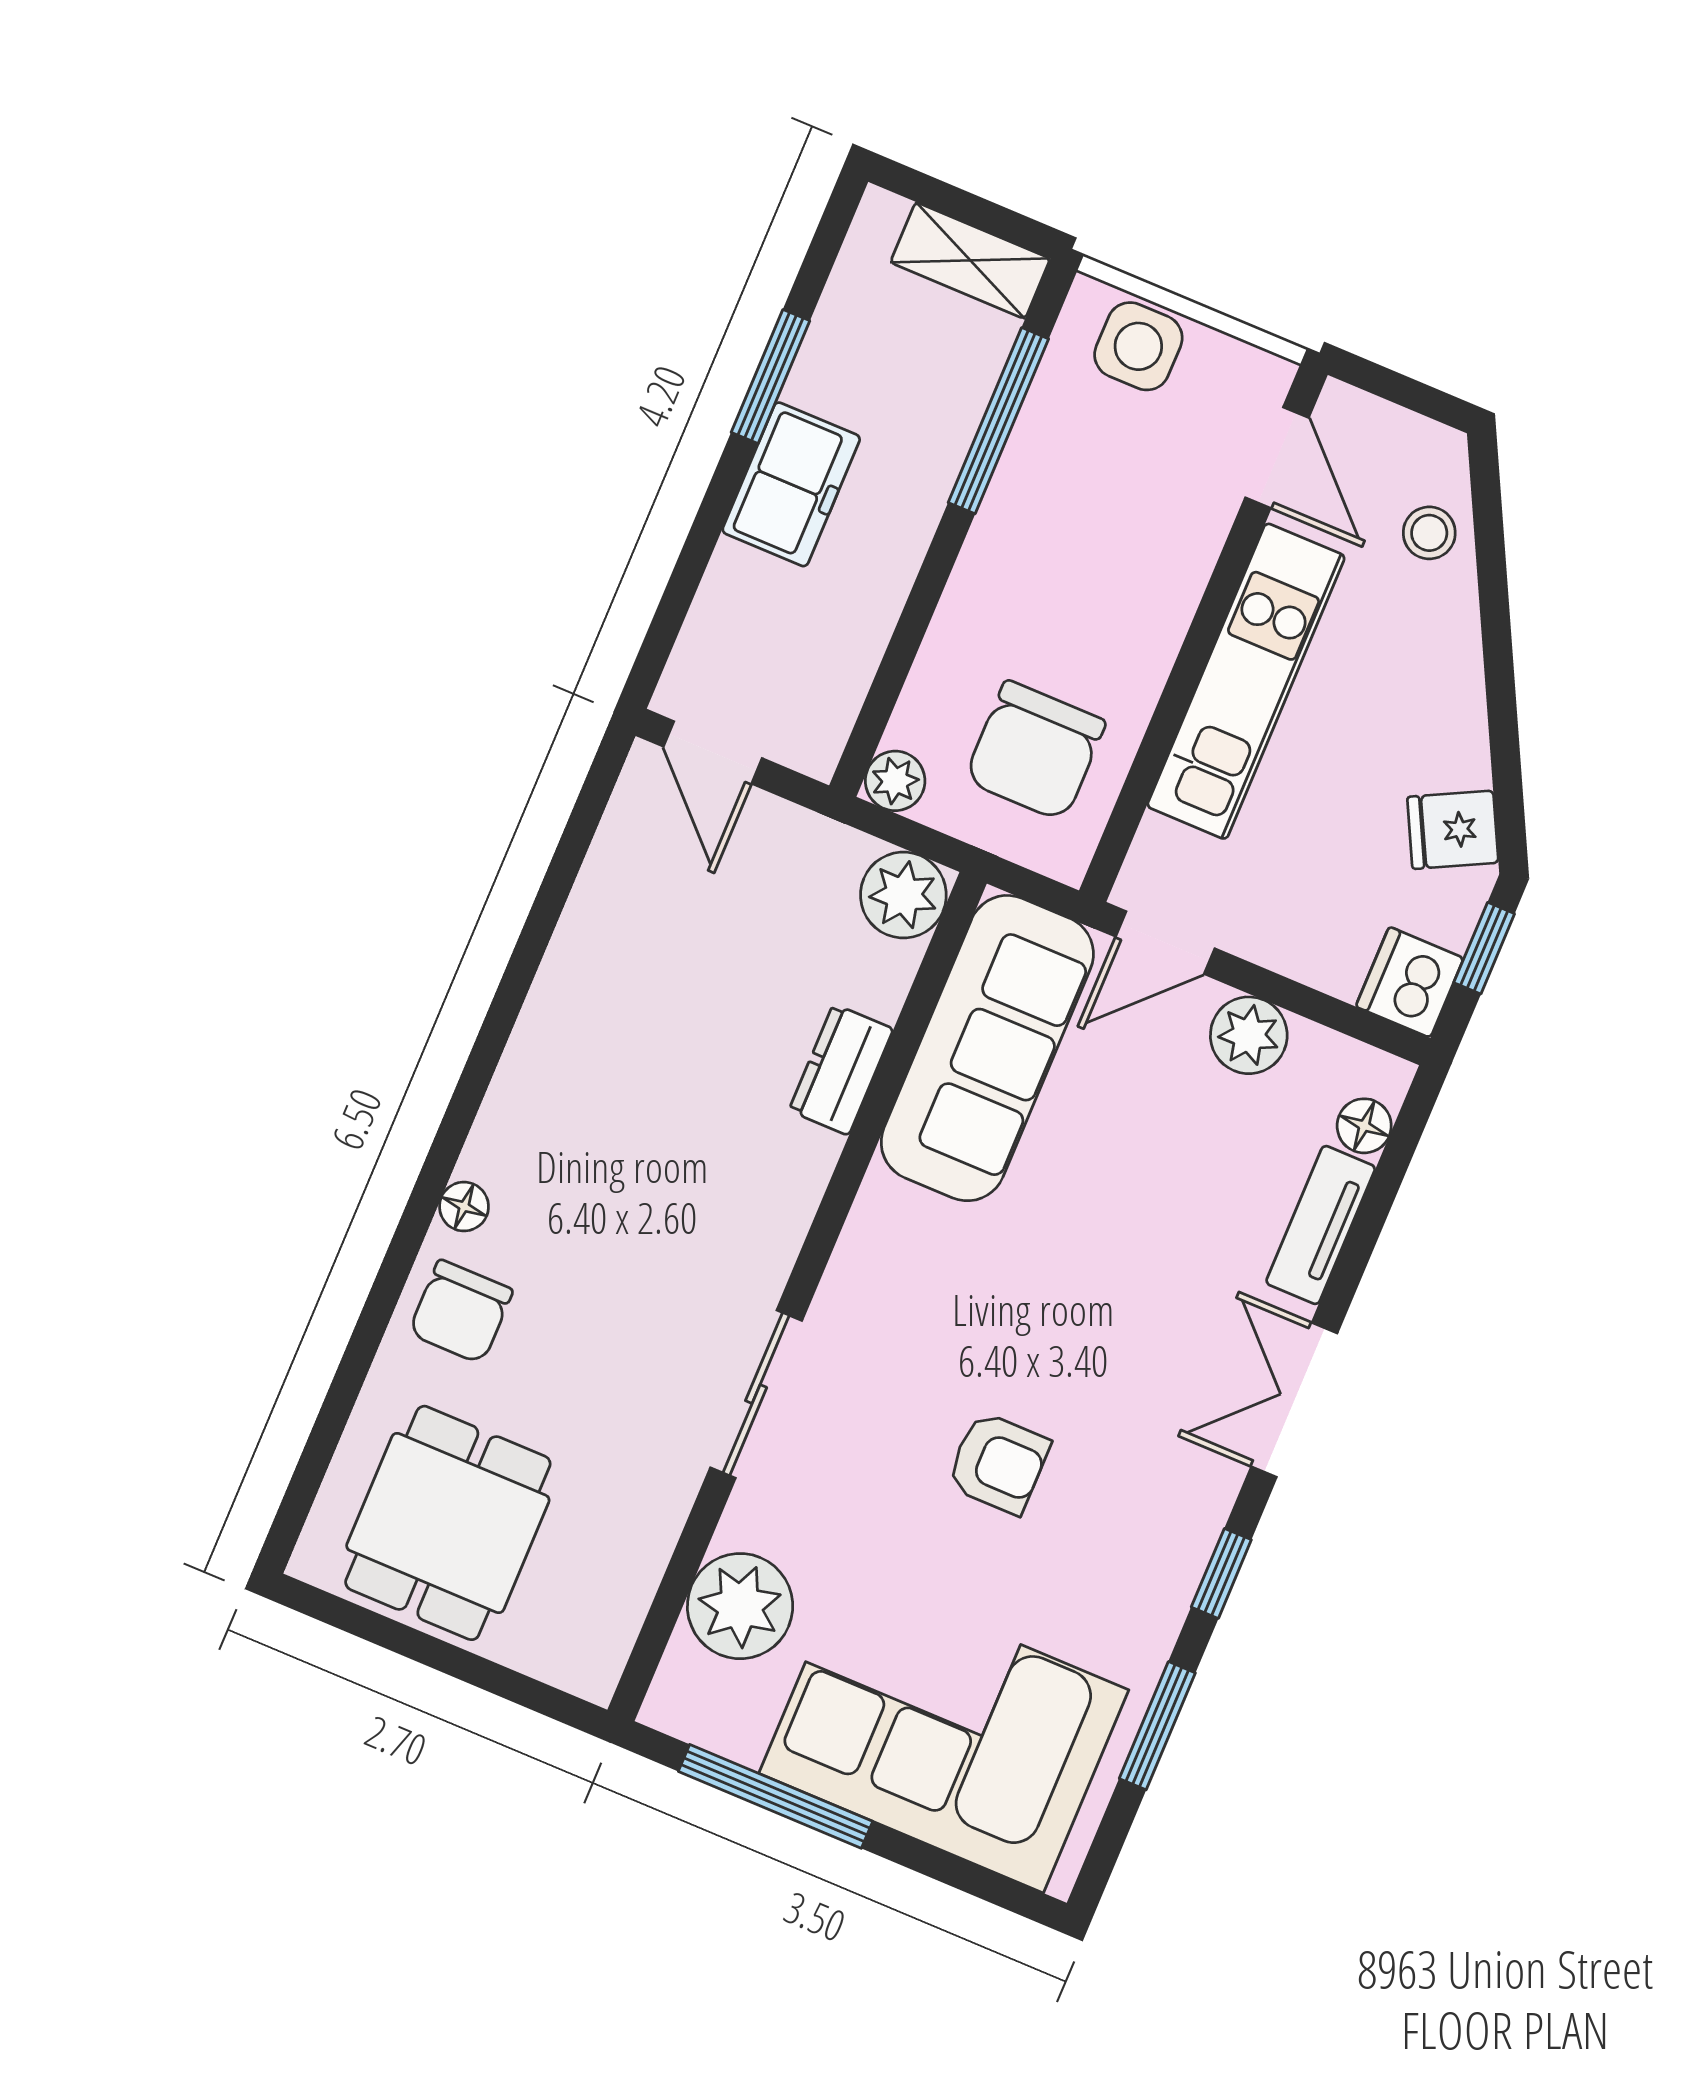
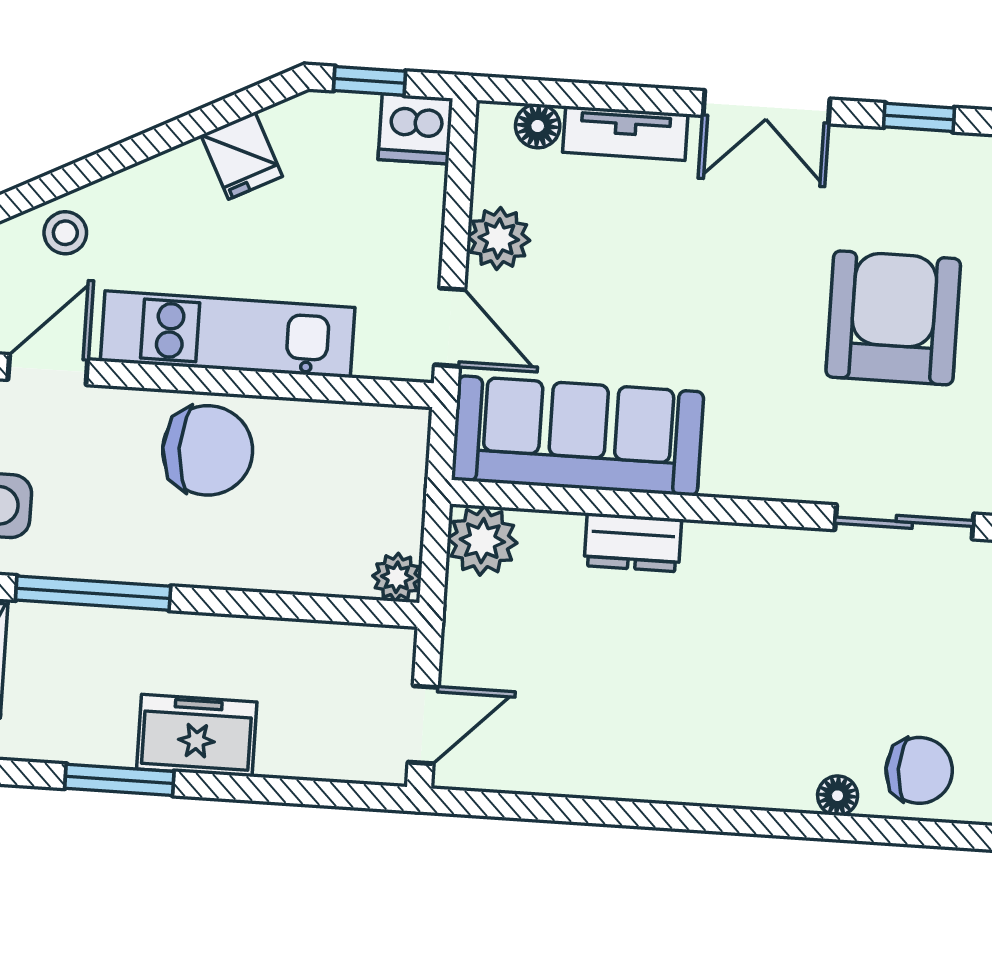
chair: (1035, 751) -> (208, 450), moved
fridge: (1453, 830) -> (242, 156), moved
armchair: (998, 1463) -> (893, 318), width x1.88, depth x1.88

